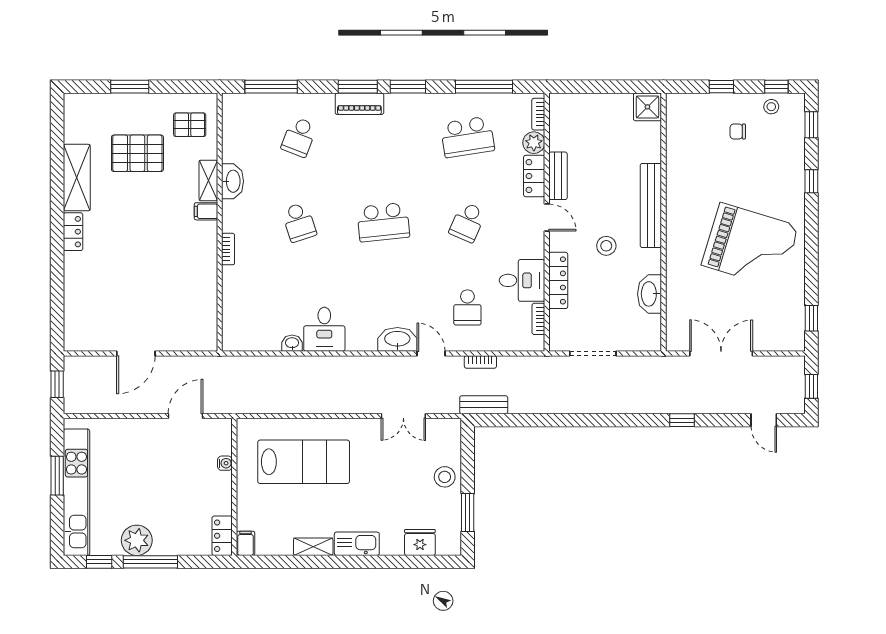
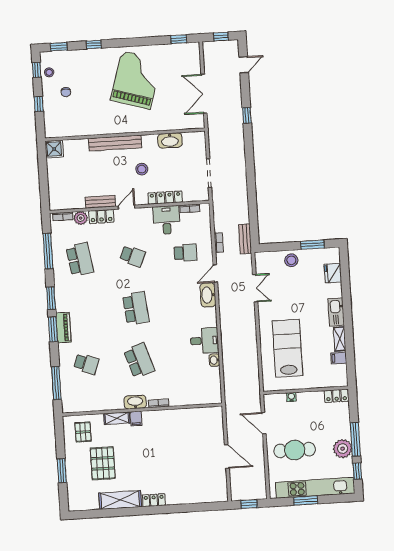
washbasin: (233, 181) -> (135, 402), moved
school desk: (299, 222) -> (139, 360), width x1.85
cafe table: (139, 463) -> (295, 450), added
filing cabinet: (246, 543) -> (339, 358), moved

